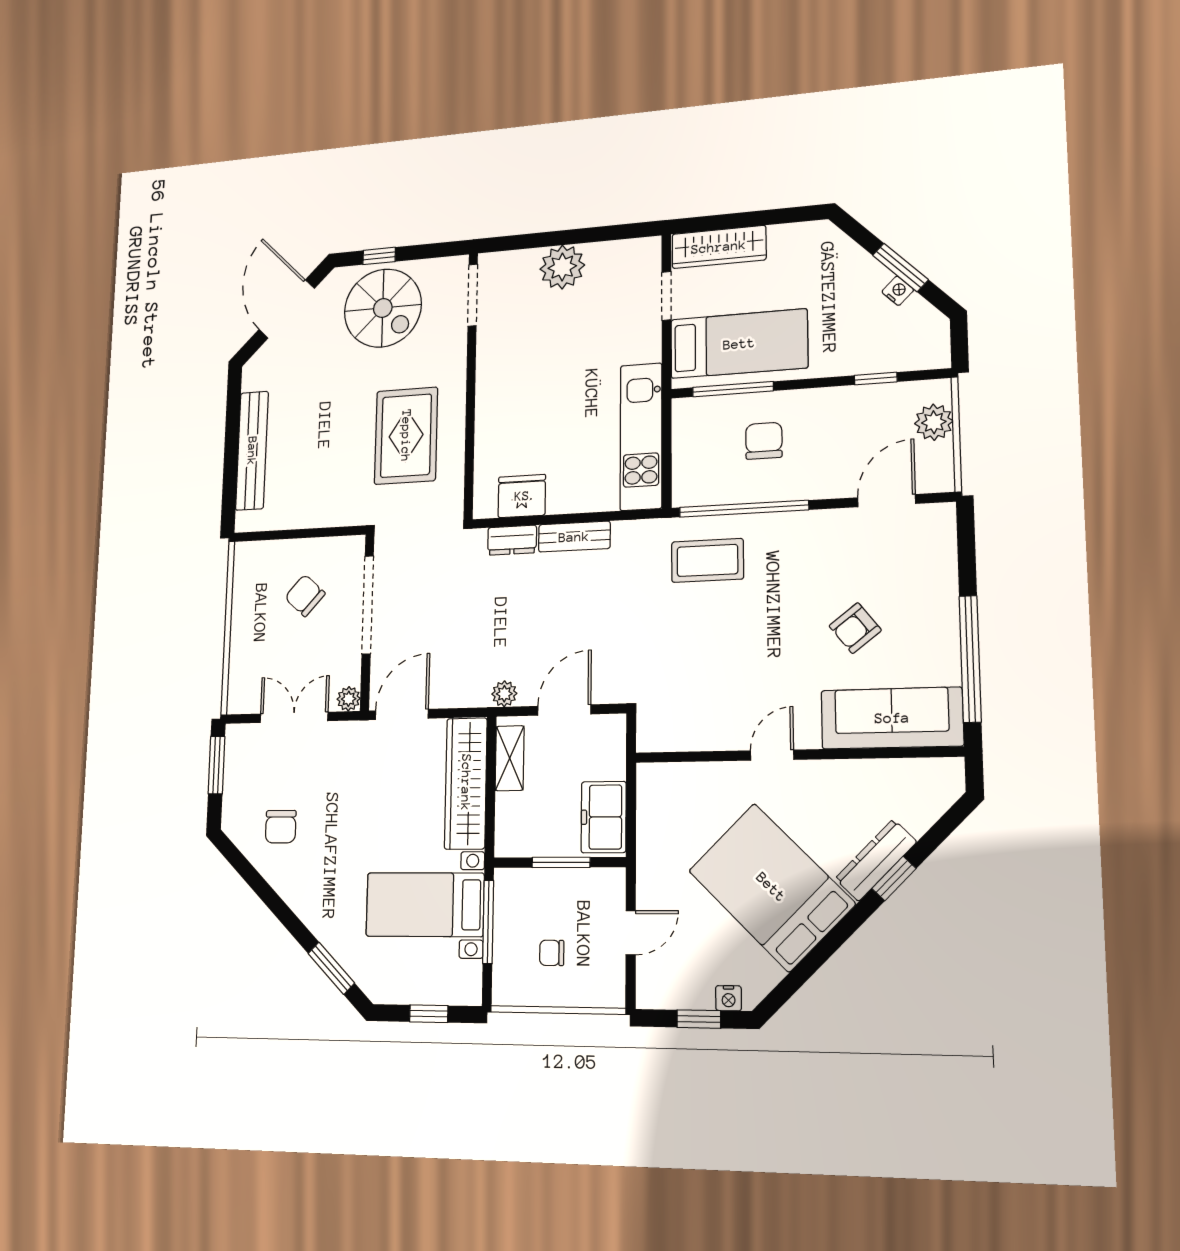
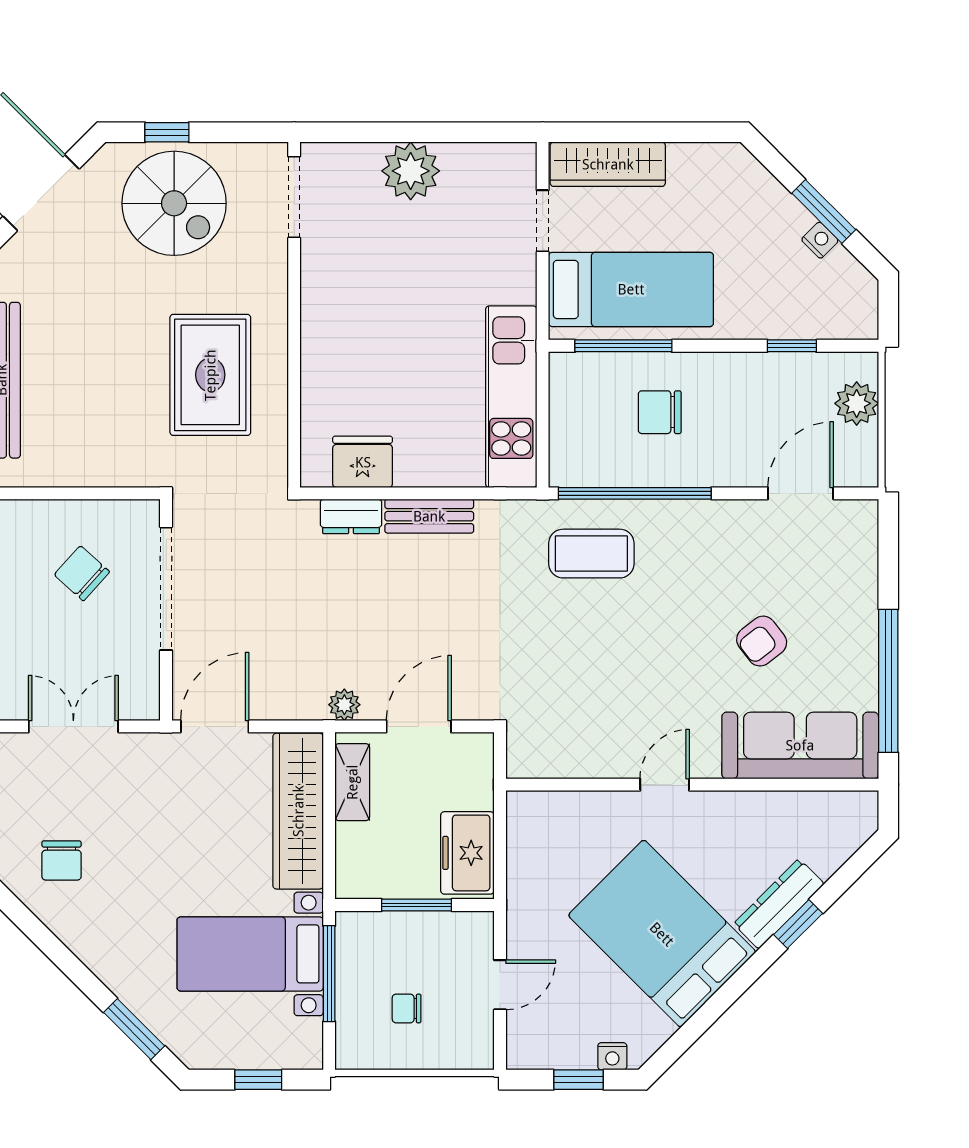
chair: (764, 441) -> (660, 412), turned -90
plant: (349, 699) -> (145, 705), removed

